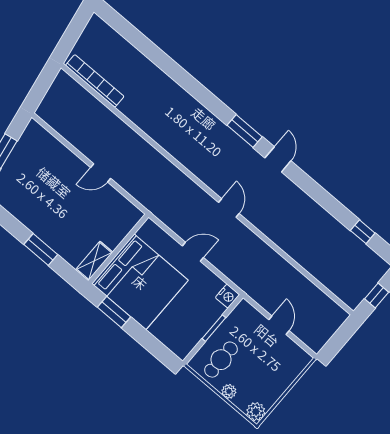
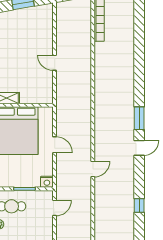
door: (229, 208) -> (93, 169), moved
window: (363, 232) -> (139, 206), moved
door: (279, 325) -> (55, 208), moved

